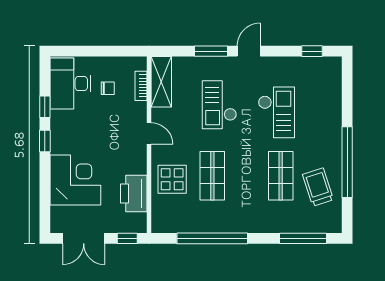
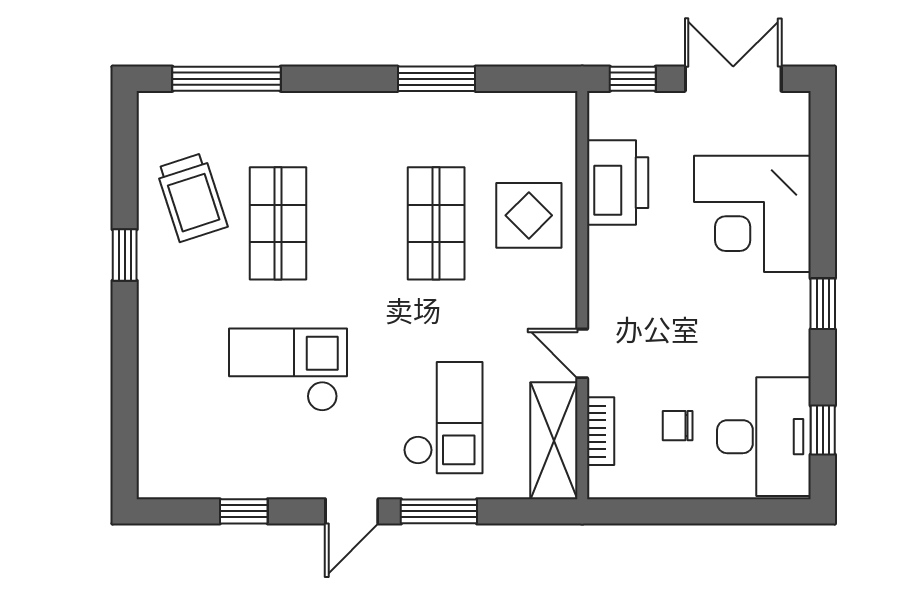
window: (312, 51) -> (244, 511), moved
checkout: (219, 105) -> (443, 418), moved
window: (45, 107) -> (823, 430), moved
checkout: (276, 112) -> (288, 370), turned 90
door: (149, 133) -> (582, 353), moved
window: (347, 162) -> (125, 255), width x0.32
window: (212, 238) -> (436, 79), width x0.47

